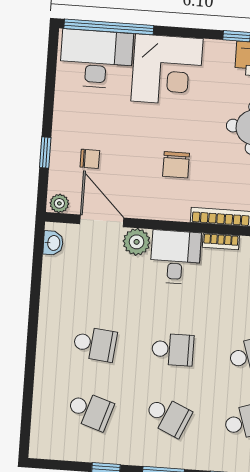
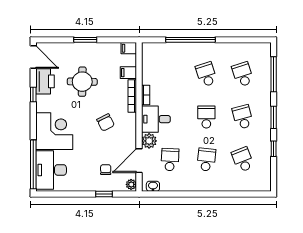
chair: (176, 165) -> (106, 122), turned 63
school desk: (100, 277) -> (170, 160), added
school desk: (90, 410) -> (243, 160), turned -39
school desk: (168, 416) -> (243, 117), turned -39

